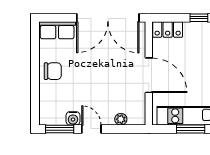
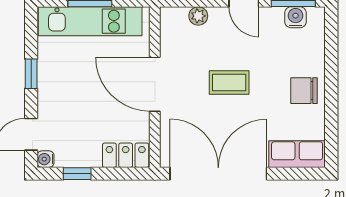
coffee table: (101, 76) -> (229, 82), added
water cooler: (73, 118) -> (296, 17), moved

